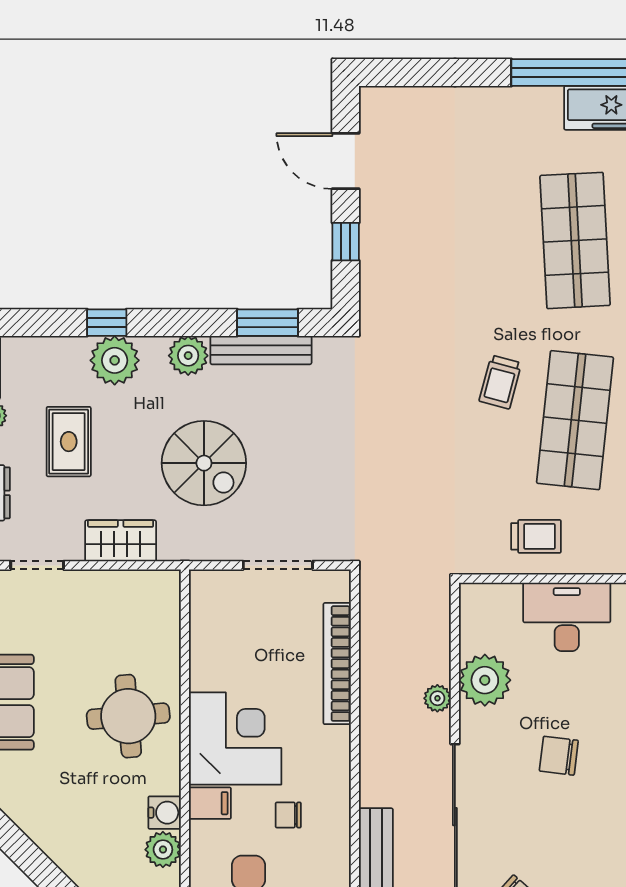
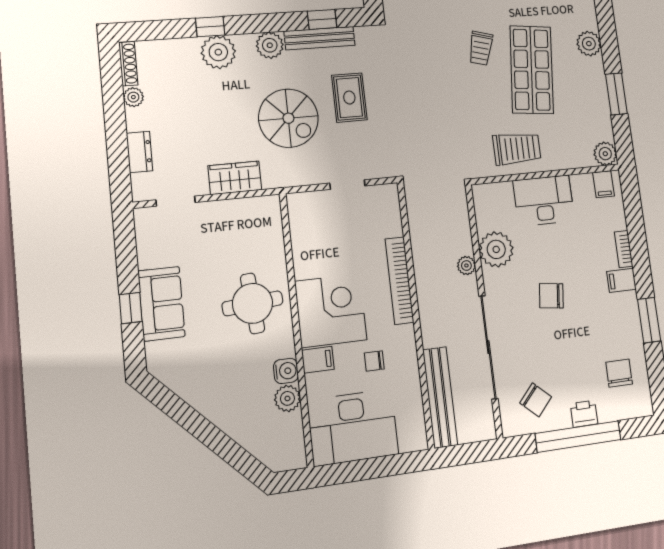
window: (267, 323) -> (322, 19), width x0.67
rug: (69, 442) -> (349, 98), moved
trolley: (536, 536) -> (517, 148), width x1.36, depth x1.39
doorway: (278, 565) -> (347, 185), width x0.73
bookcase: (337, 664) -> (399, 281), moved

